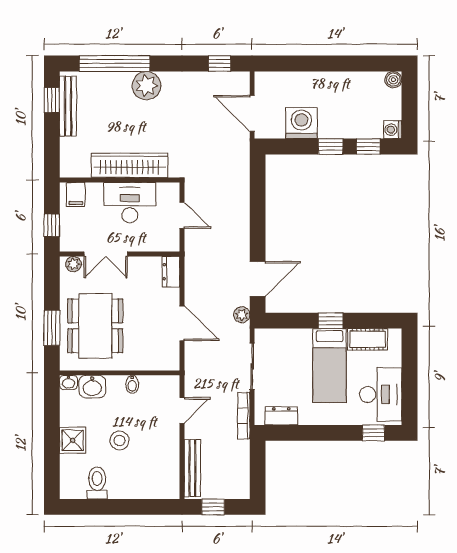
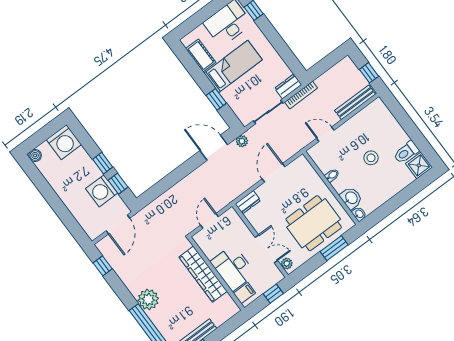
washing machine: (393, 130) -> (64, 142), width x1.89, depth x1.89
window: (368, 147) -> (118, 184), moved
desk: (130, 203) -> (233, 268), moved
window: (331, 321) -> (216, 99), moved
dresser: (281, 416) -> (288, 86), moved, turned 90
shower: (73, 440) -> (419, 165), moved

